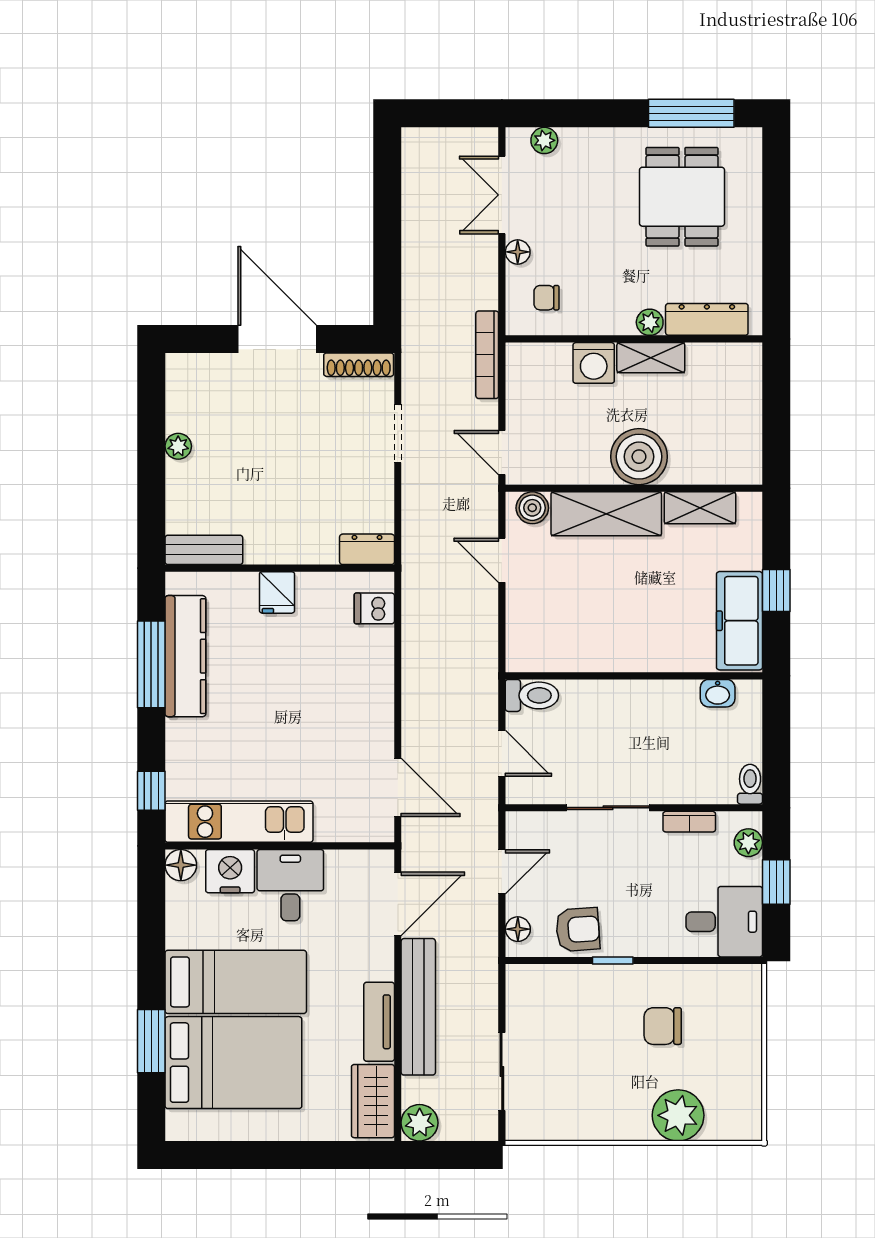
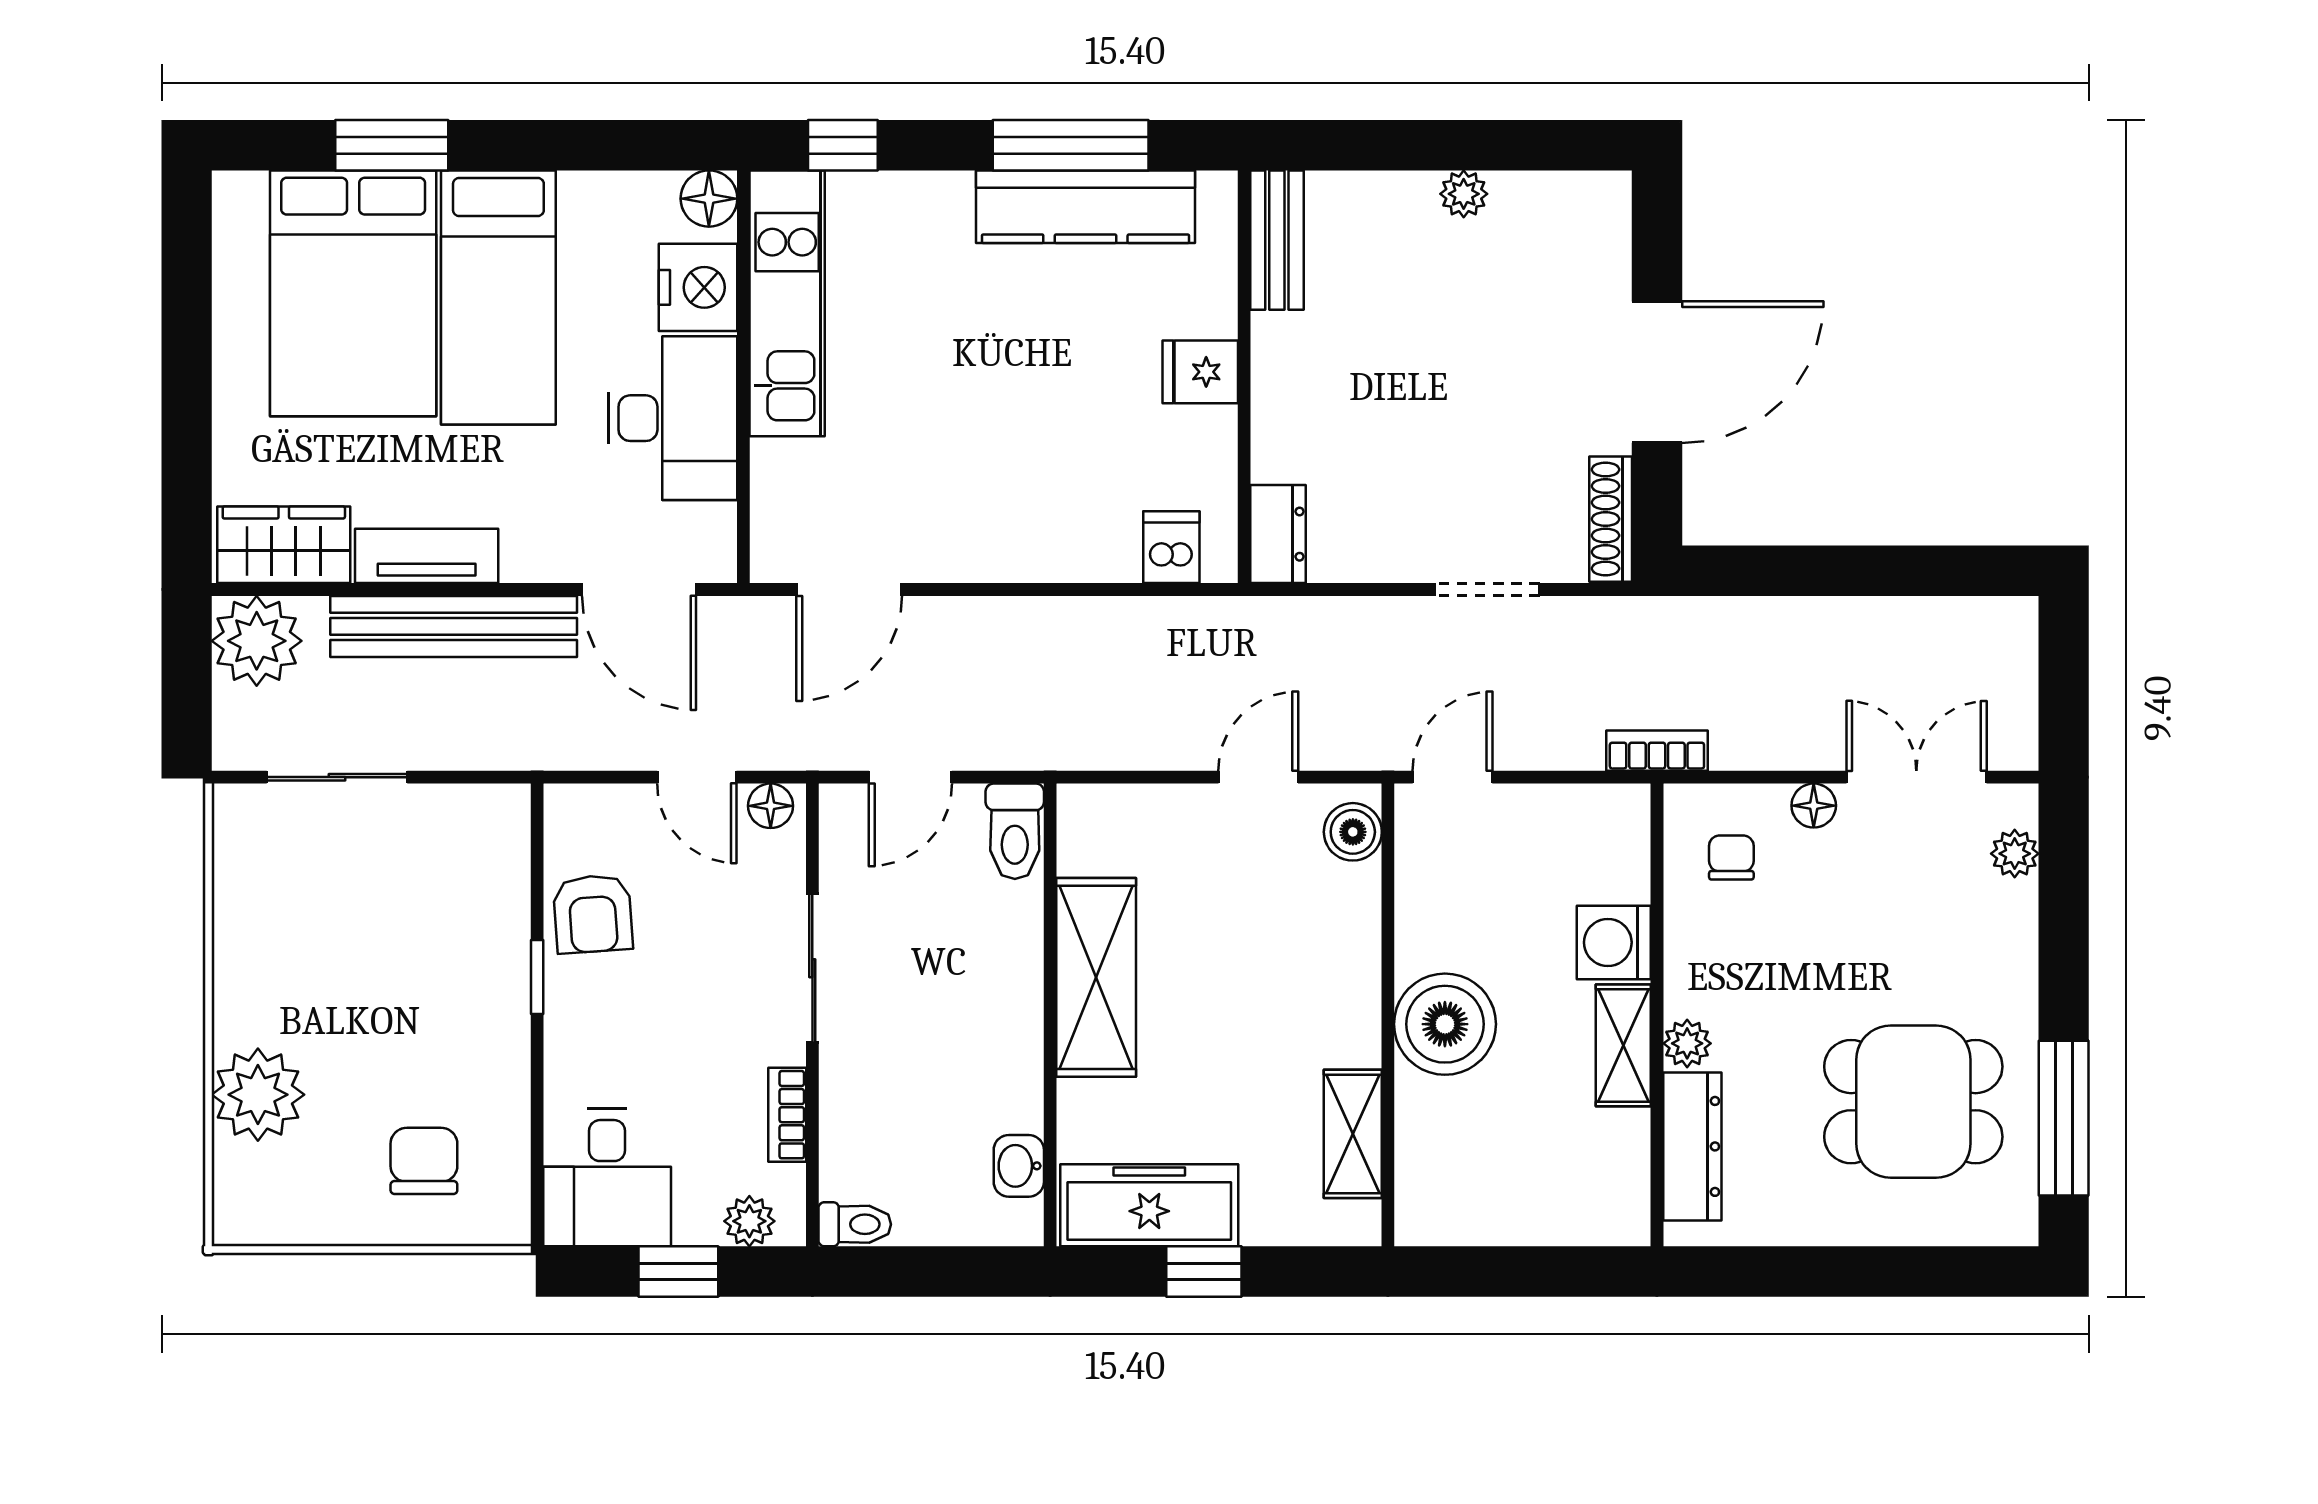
bookcase: (487, 355) -> (1657, 751), width x0.64
shelving: (606, 514) -> (1096, 977), moved
desk: (290, 885) -> (673, 418), width x1.37
floor lamp: (518, 929) -> (771, 806), moved
chair: (663, 1026) -> (424, 1161), moved
plant: (420, 1123) -> (257, 641), width x1.36, depth x1.36

